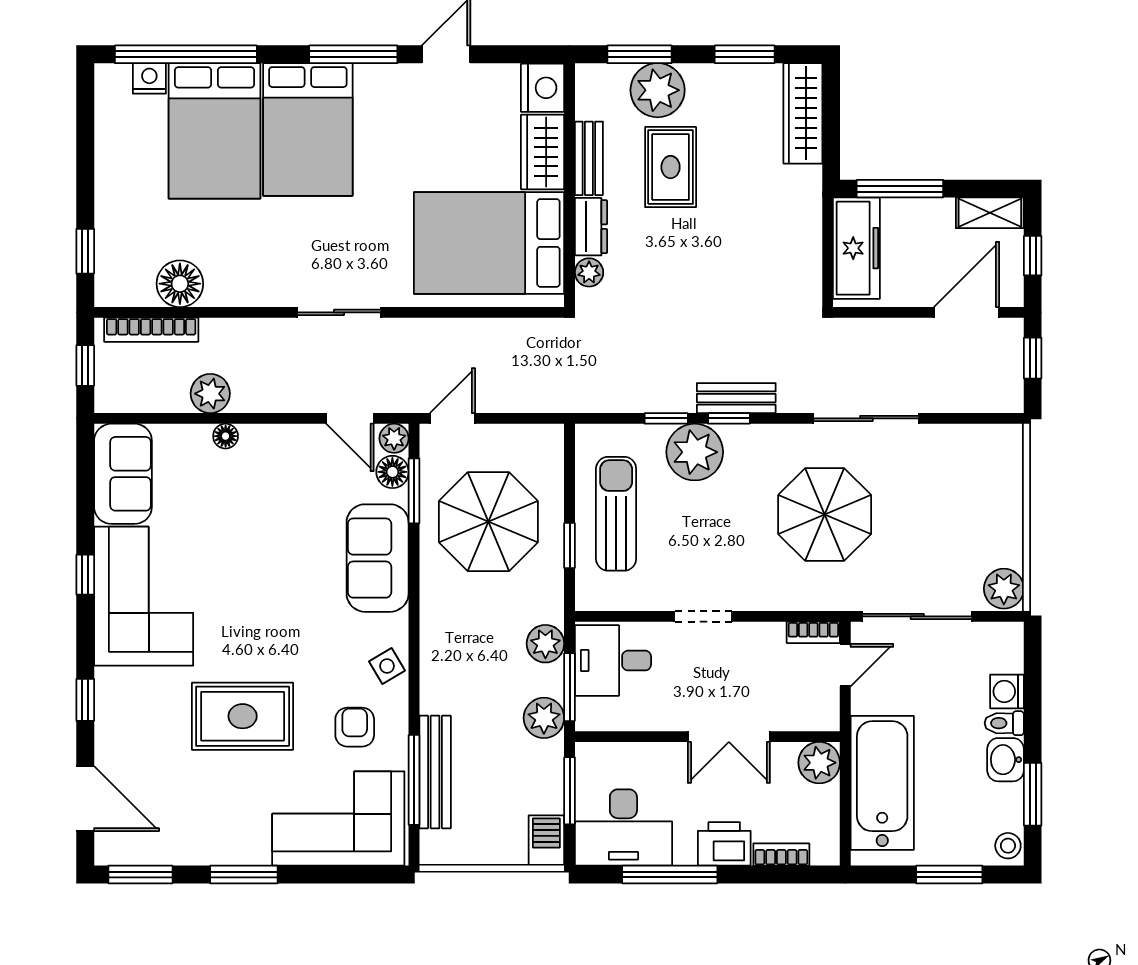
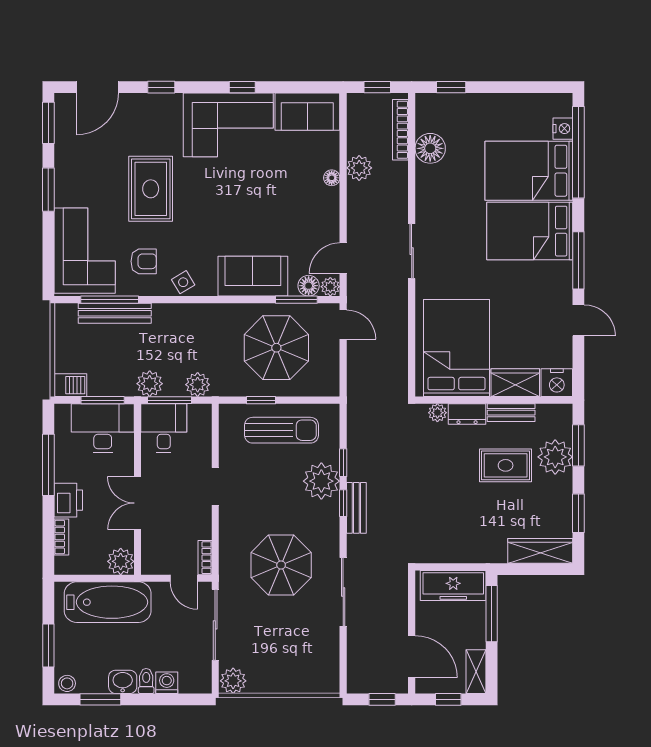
desk: (613, 661) -> (164, 428), moved
desk: (623, 827) -> (103, 428), moved, turned 90

